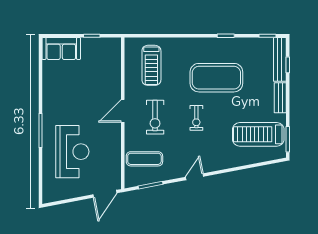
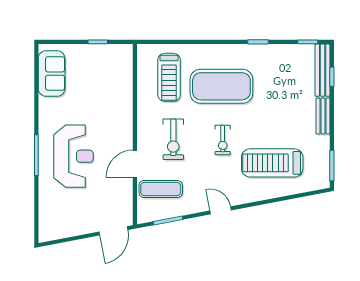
sofa: (61, 49) -> (52, 74), moved, turned -90
exercise mat: (216, 78) -> (221, 86), moved
door: (123, 111) -> (135, 164), moved
treadmill: (258, 134) -> (272, 163), moved
reception desk: (72, 152) -> (73, 156), moved
door: (195, 177) -> (221, 210), hinge flipped

